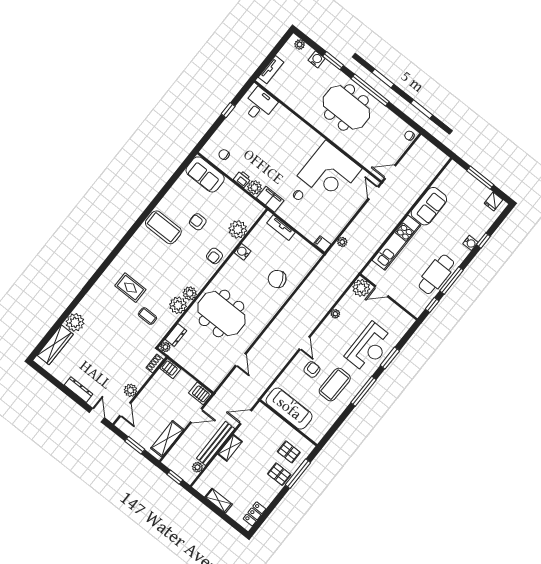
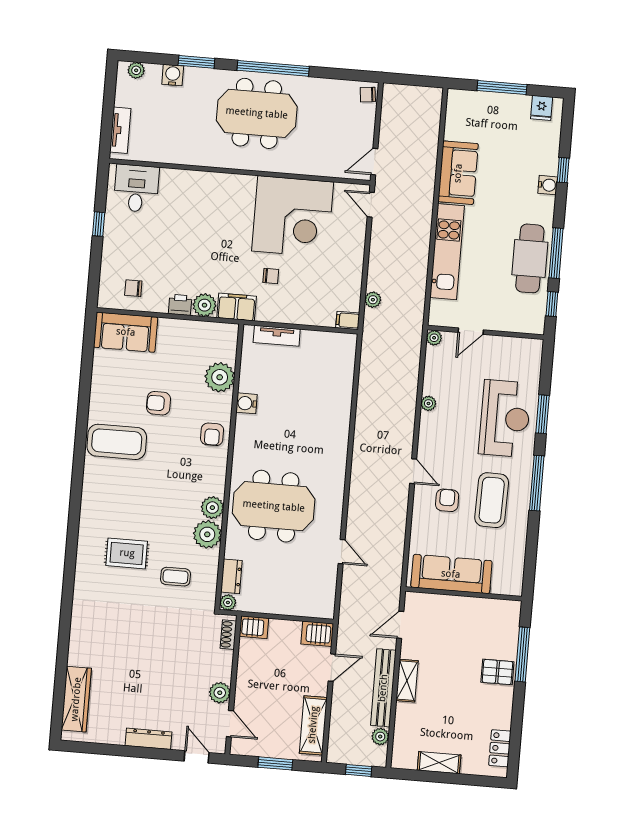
chair: (277, 279) -> (318, 409), removed
plant: (361, 288) -> (434, 338), width x0.53, depth x0.53
plant: (75, 322) -> (83, 651), removed
pallet: (289, 452) -> (490, 633), removed

